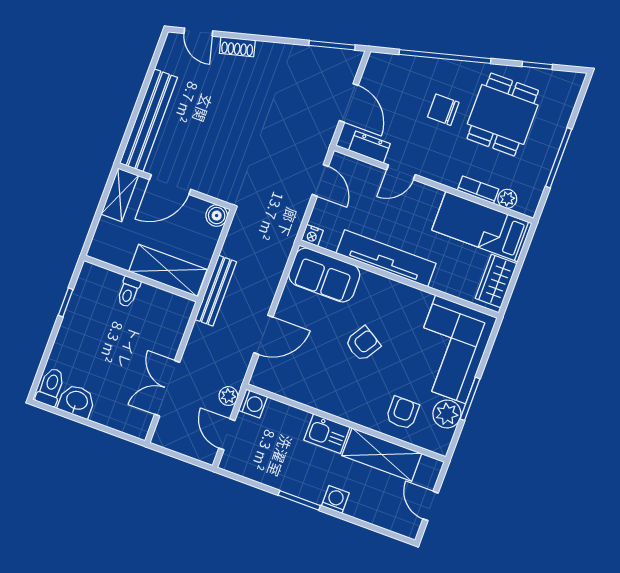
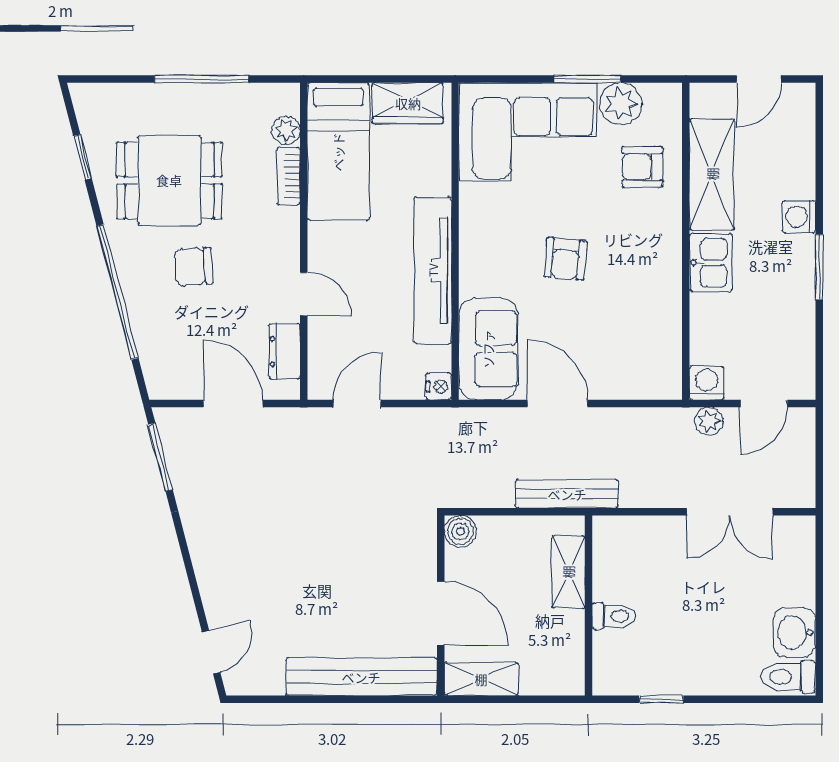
shoe rack: (237, 47) -> (212, 590), removed
door: (349, 103) -> (233, 404), hinge flipped
chair: (443, 110) -> (194, 267), turned 86
shelving: (168, 270) -> (568, 572), width x0.67, depth x0.75
door: (263, 335) -> (558, 404), moved
armchair: (363, 344) -> (565, 259), turned -117

